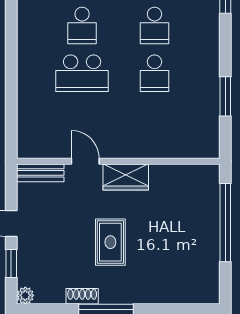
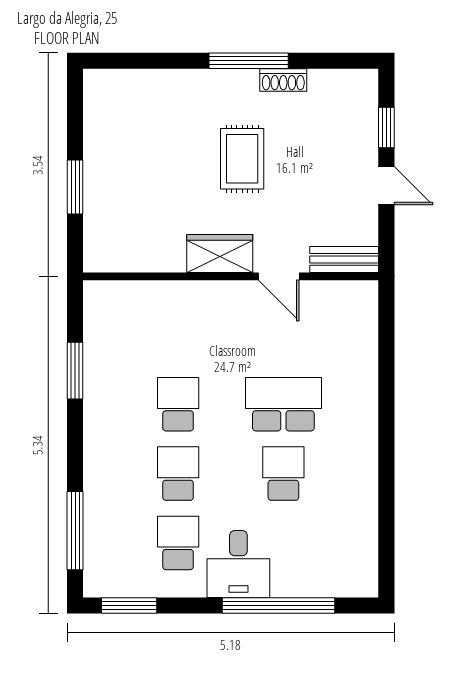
window: (225, 223) -> (75, 187), width x0.47
plant: (25, 295) -> (366, 81), removed

